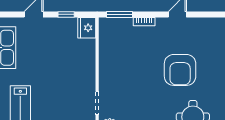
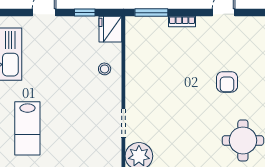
stool: (82, 60) -> (105, 69), added
armchair: (180, 70) -> (227, 82), width x0.53, depth x0.53

